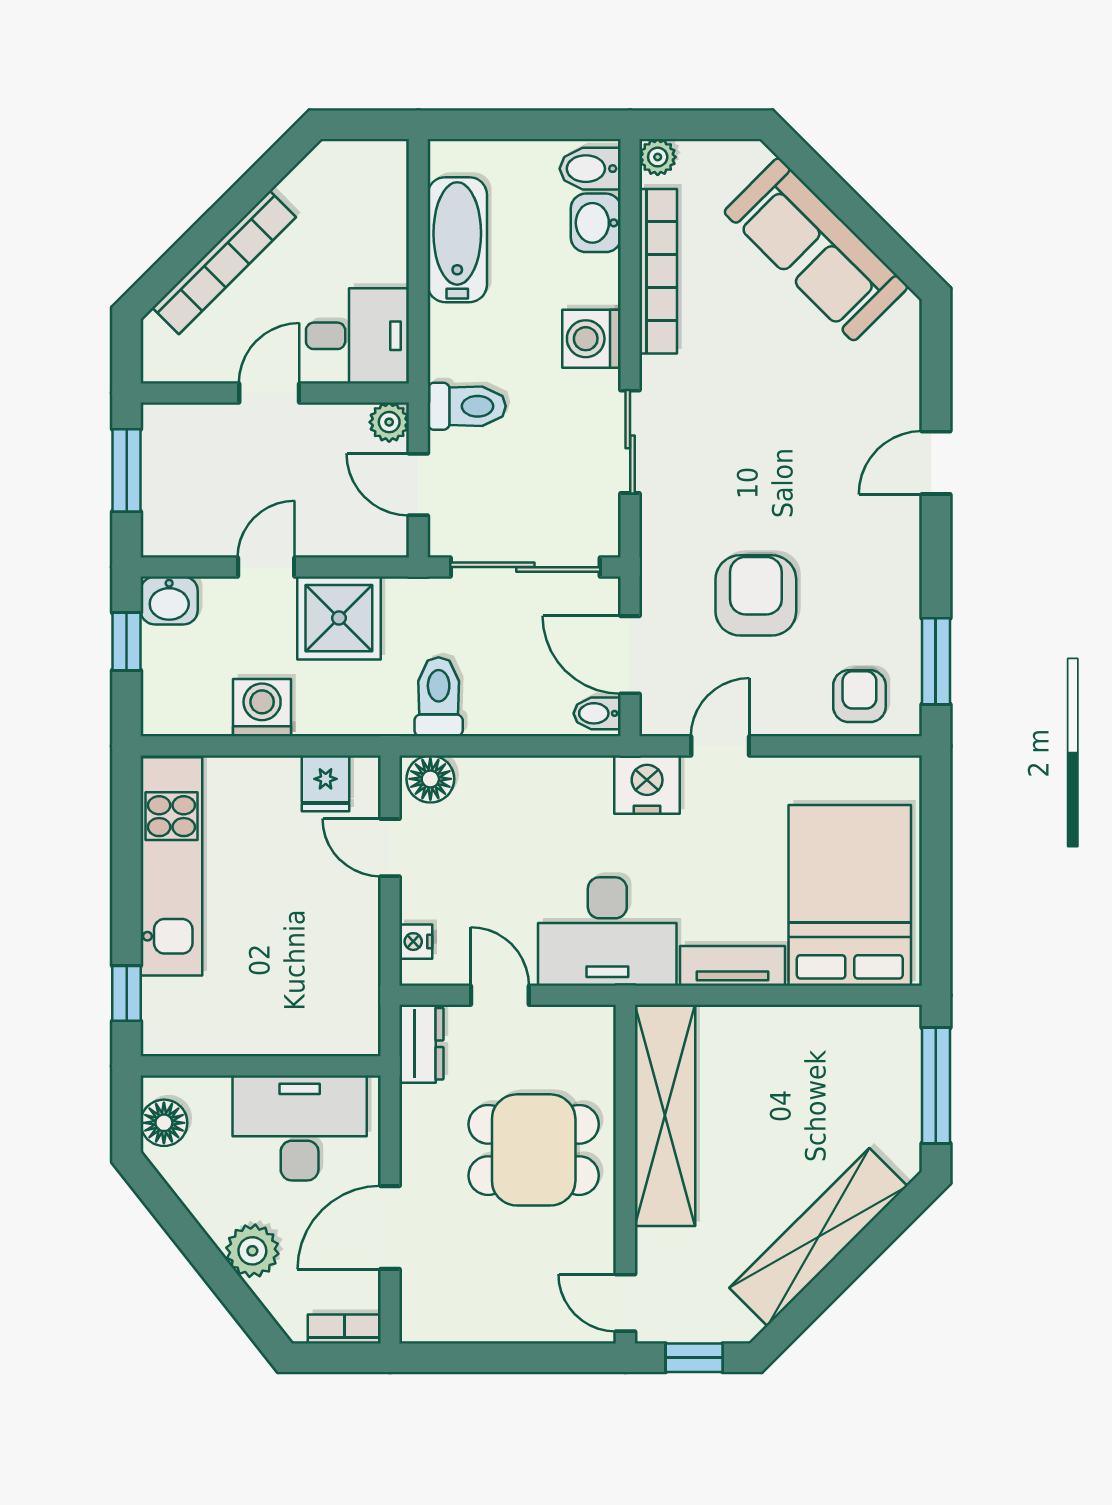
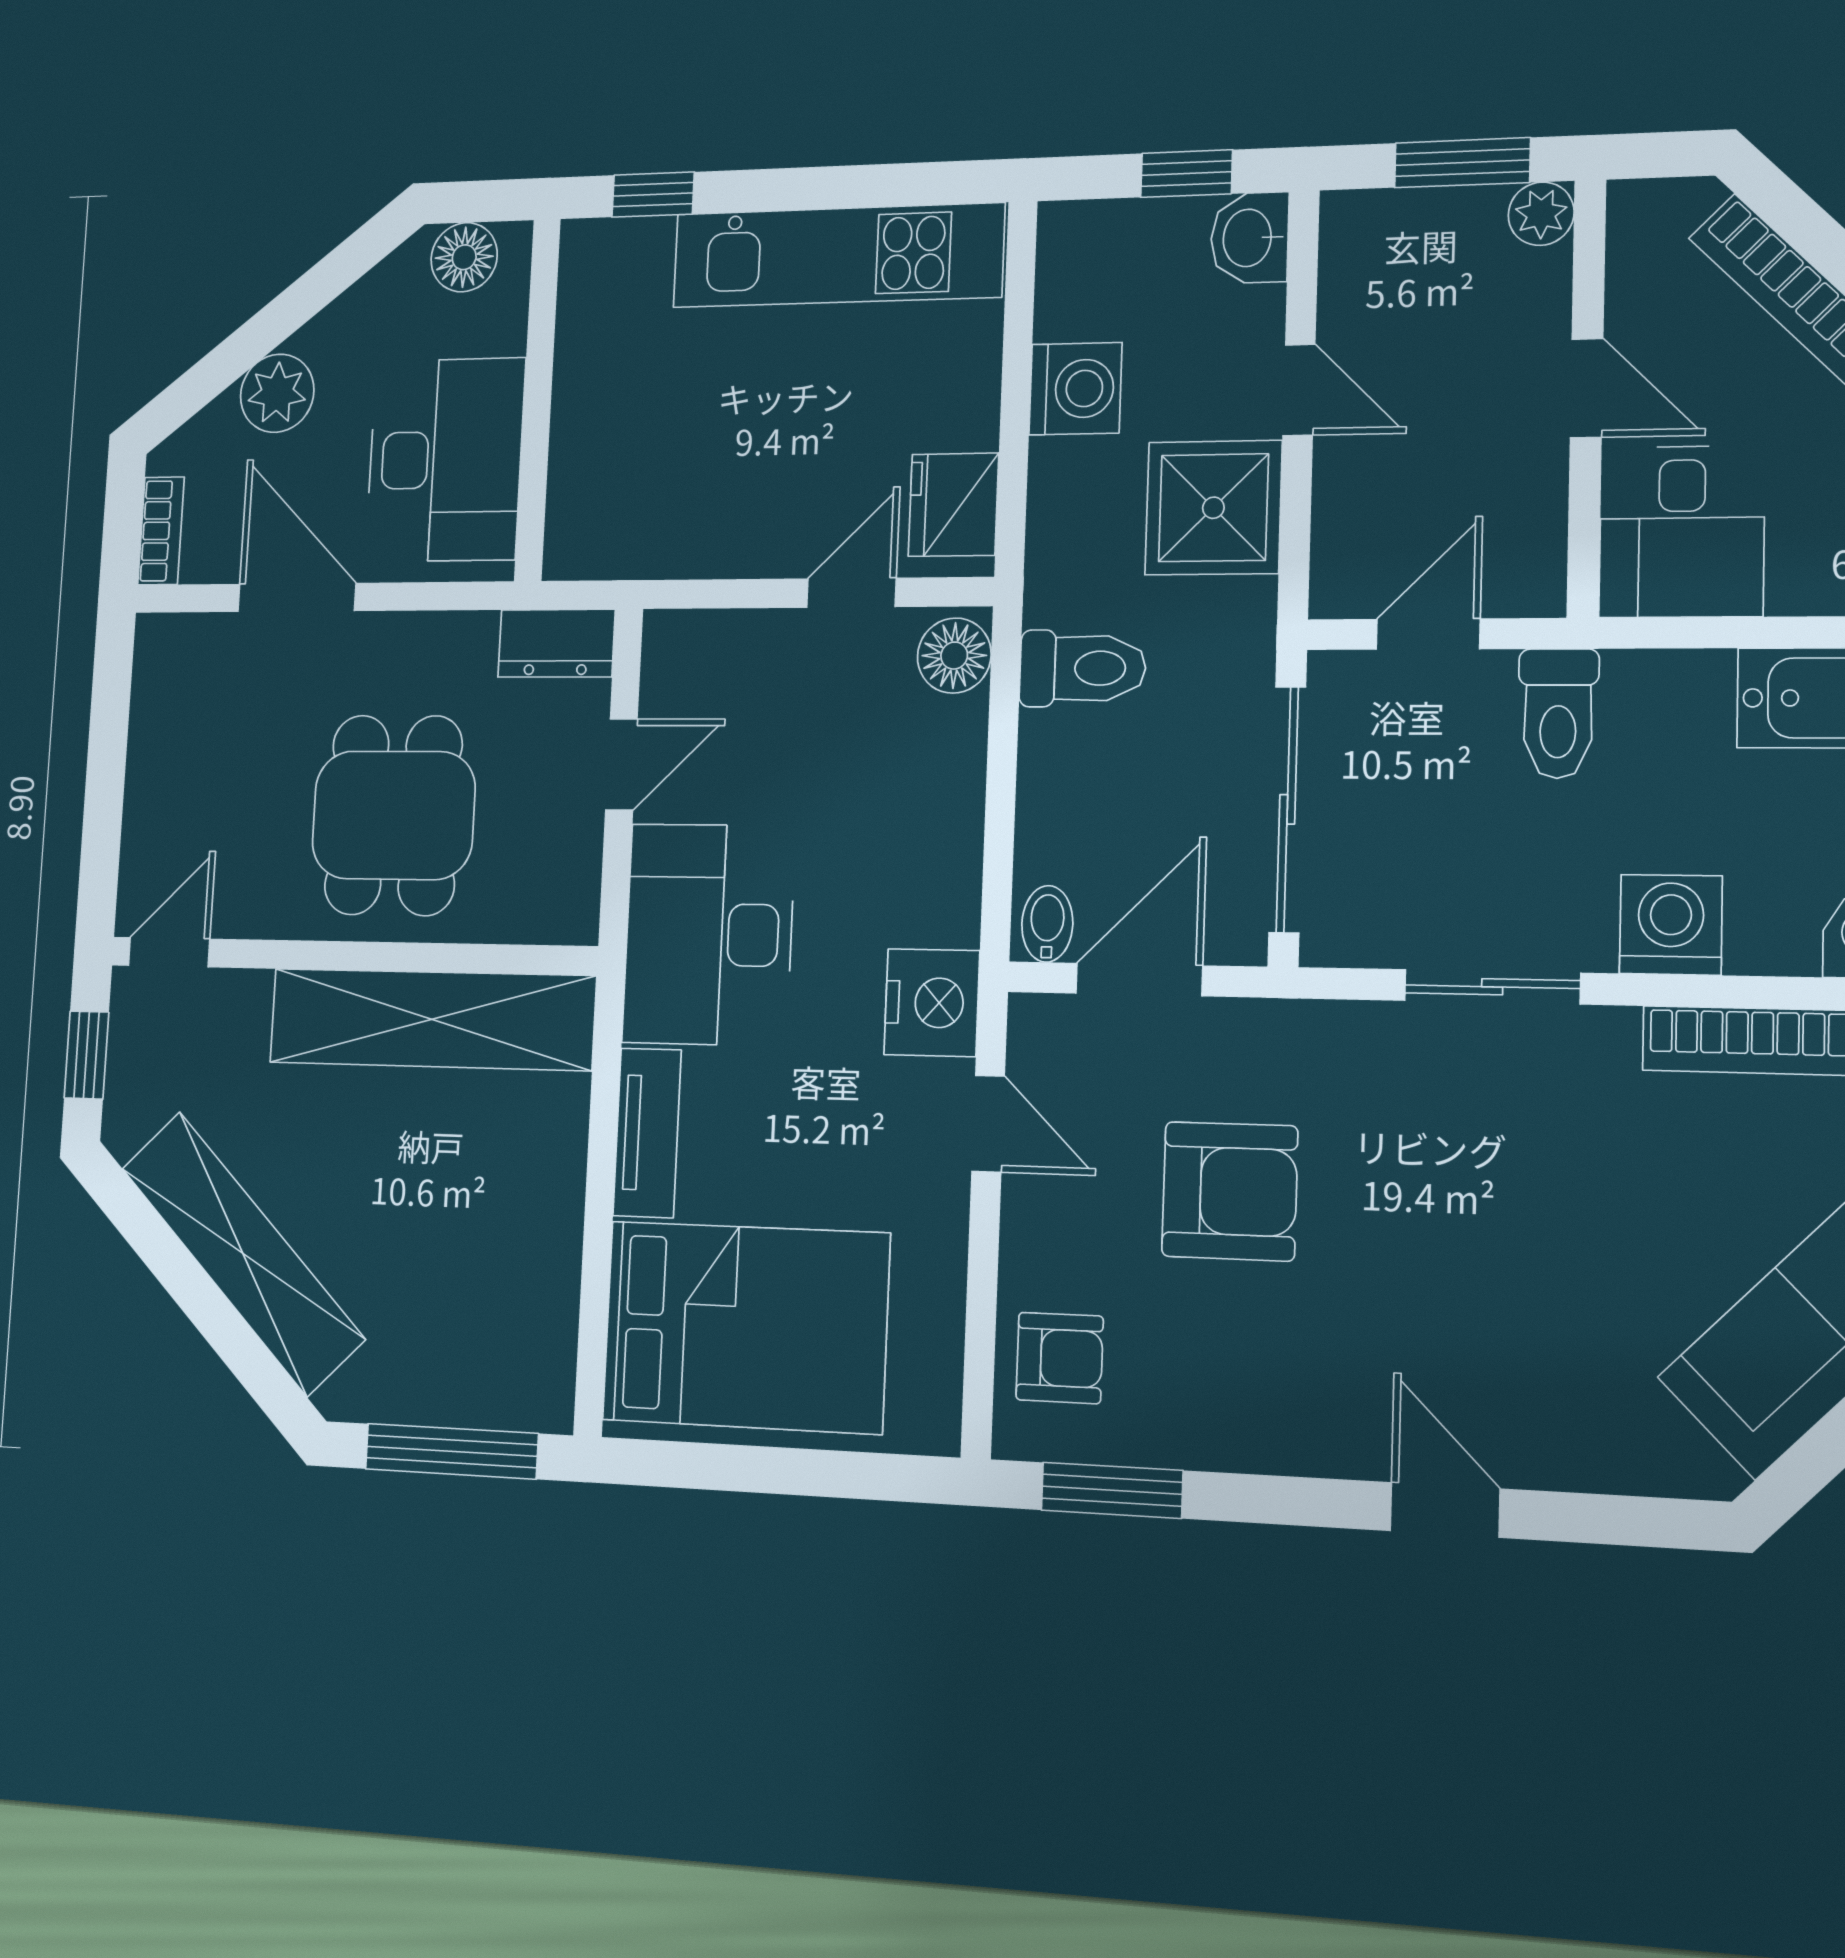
plant: (389, 422) -> (1541, 214), moved
fridge: (326, 783) -> (953, 505), width x1.38
nightstand: (416, 942) -> (708, 634), removed

